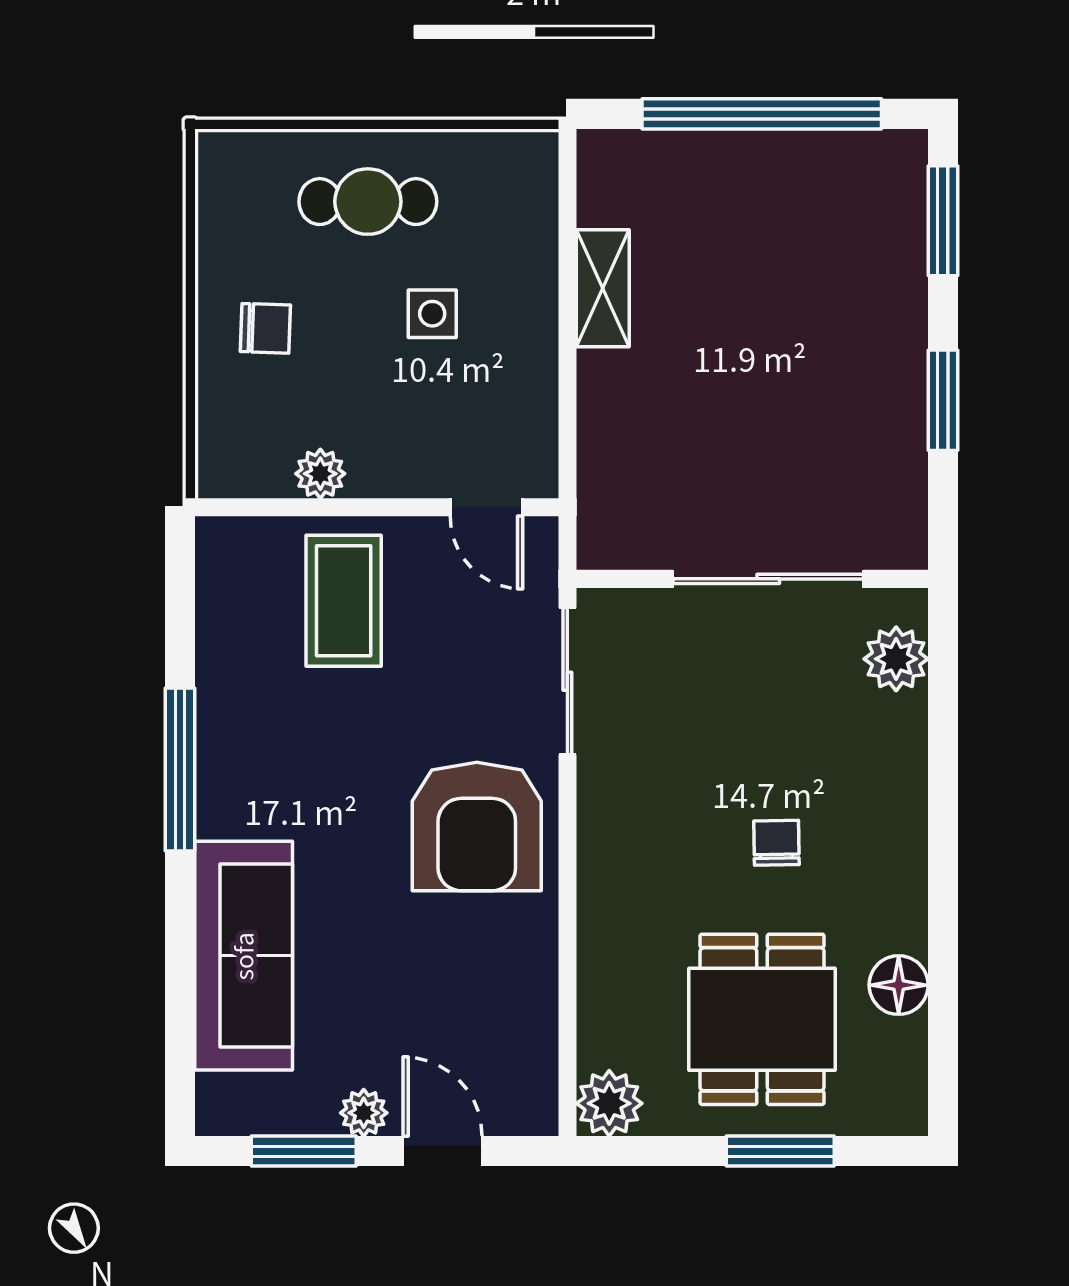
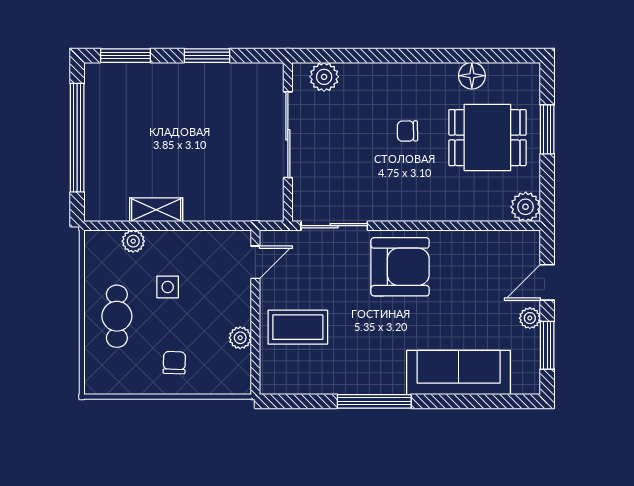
plant: (533, 238) -> (133, 241), added

